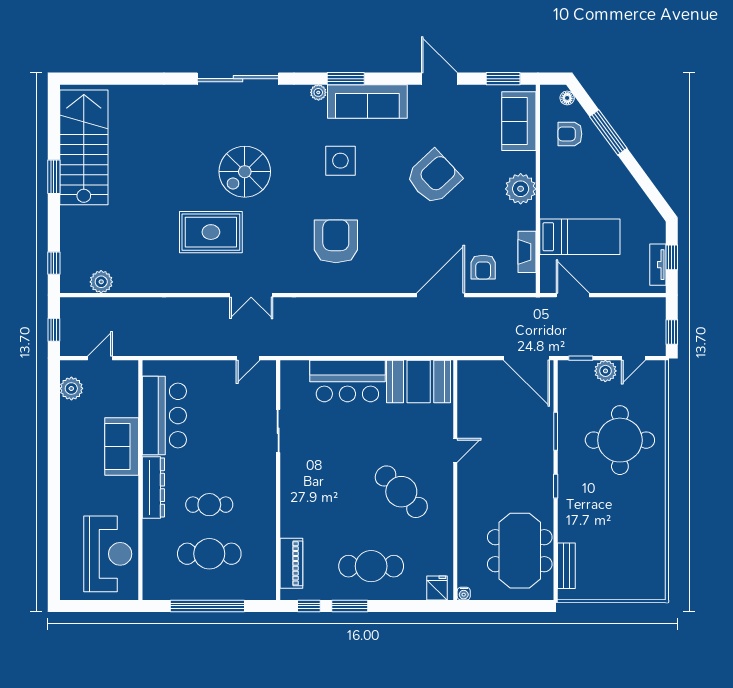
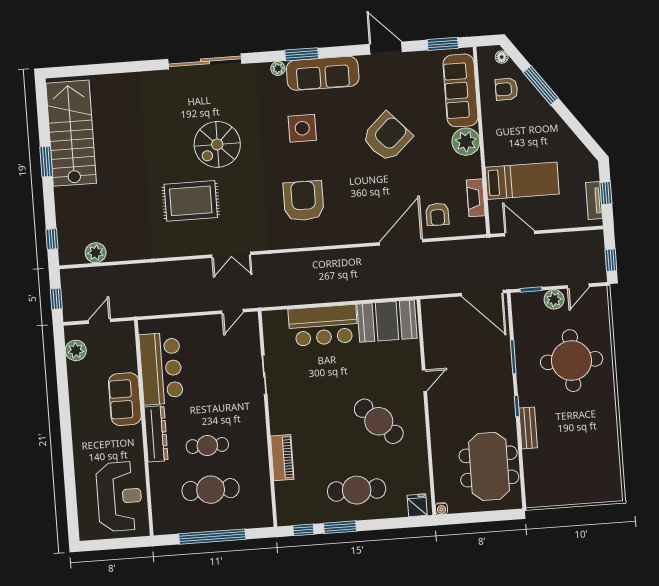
sofa: (519, 121) -> (461, 90), width x1.36
piano: (291, 563) -> (282, 458), moved
bench: (566, 566) -> (528, 428), moved

